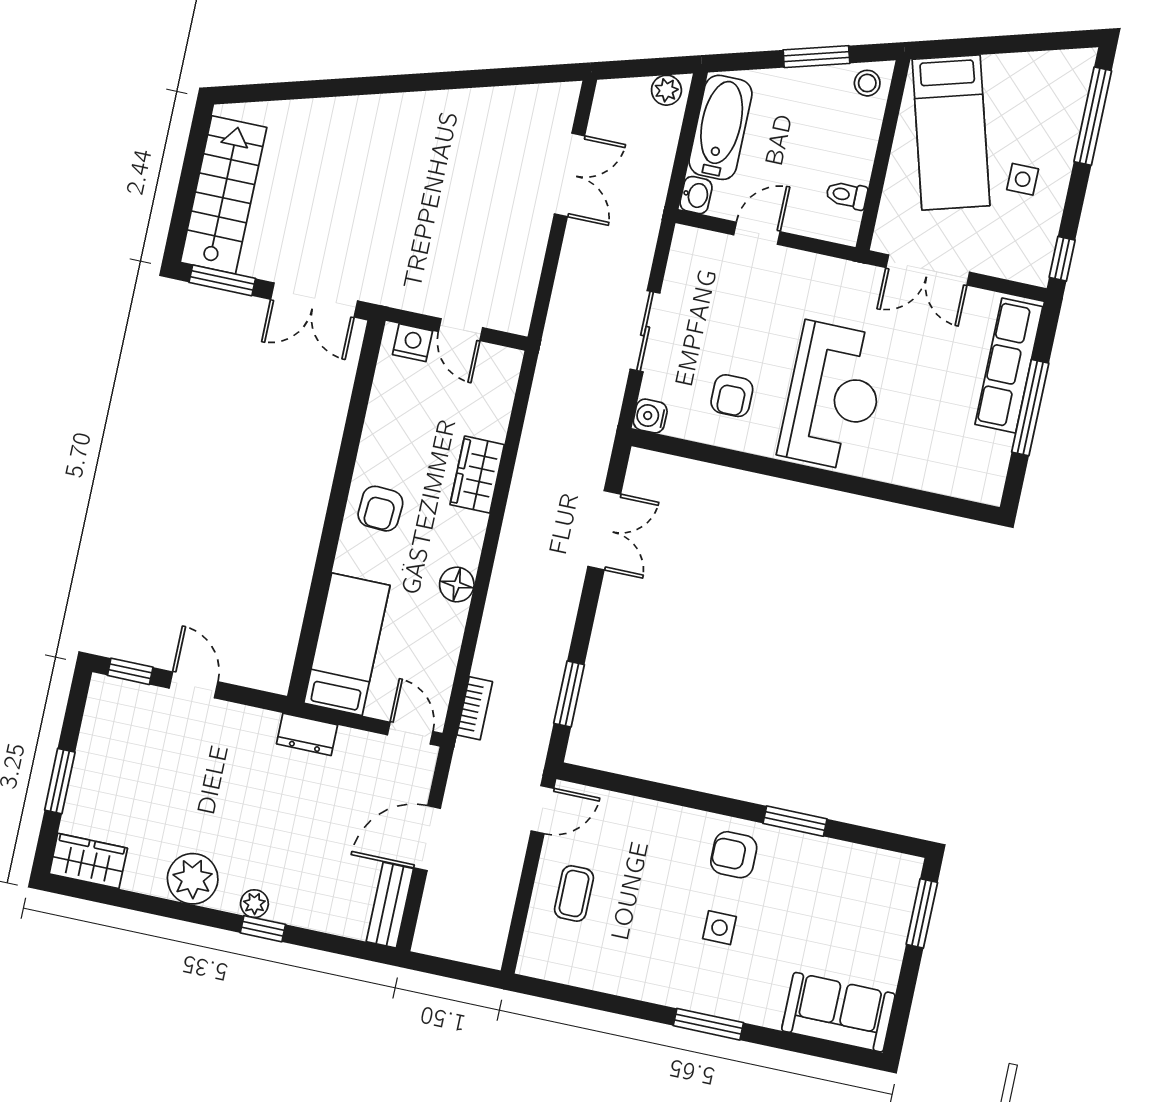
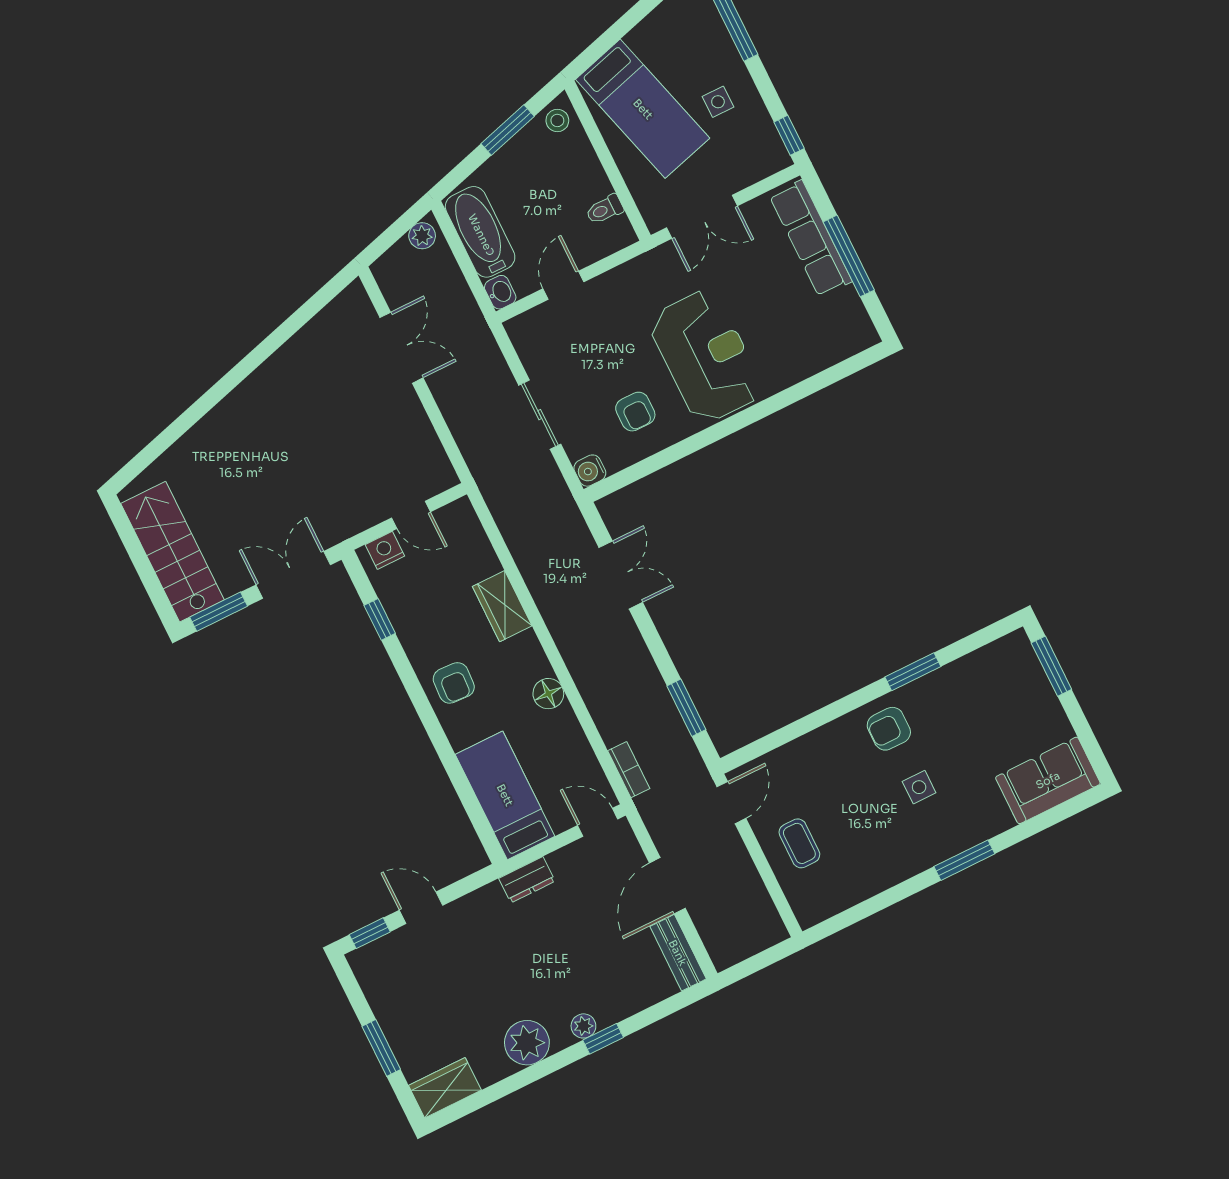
double door: (314, 300) -> (293, 575), swing flipped
window: (359, 400) -> (380, 619), added

